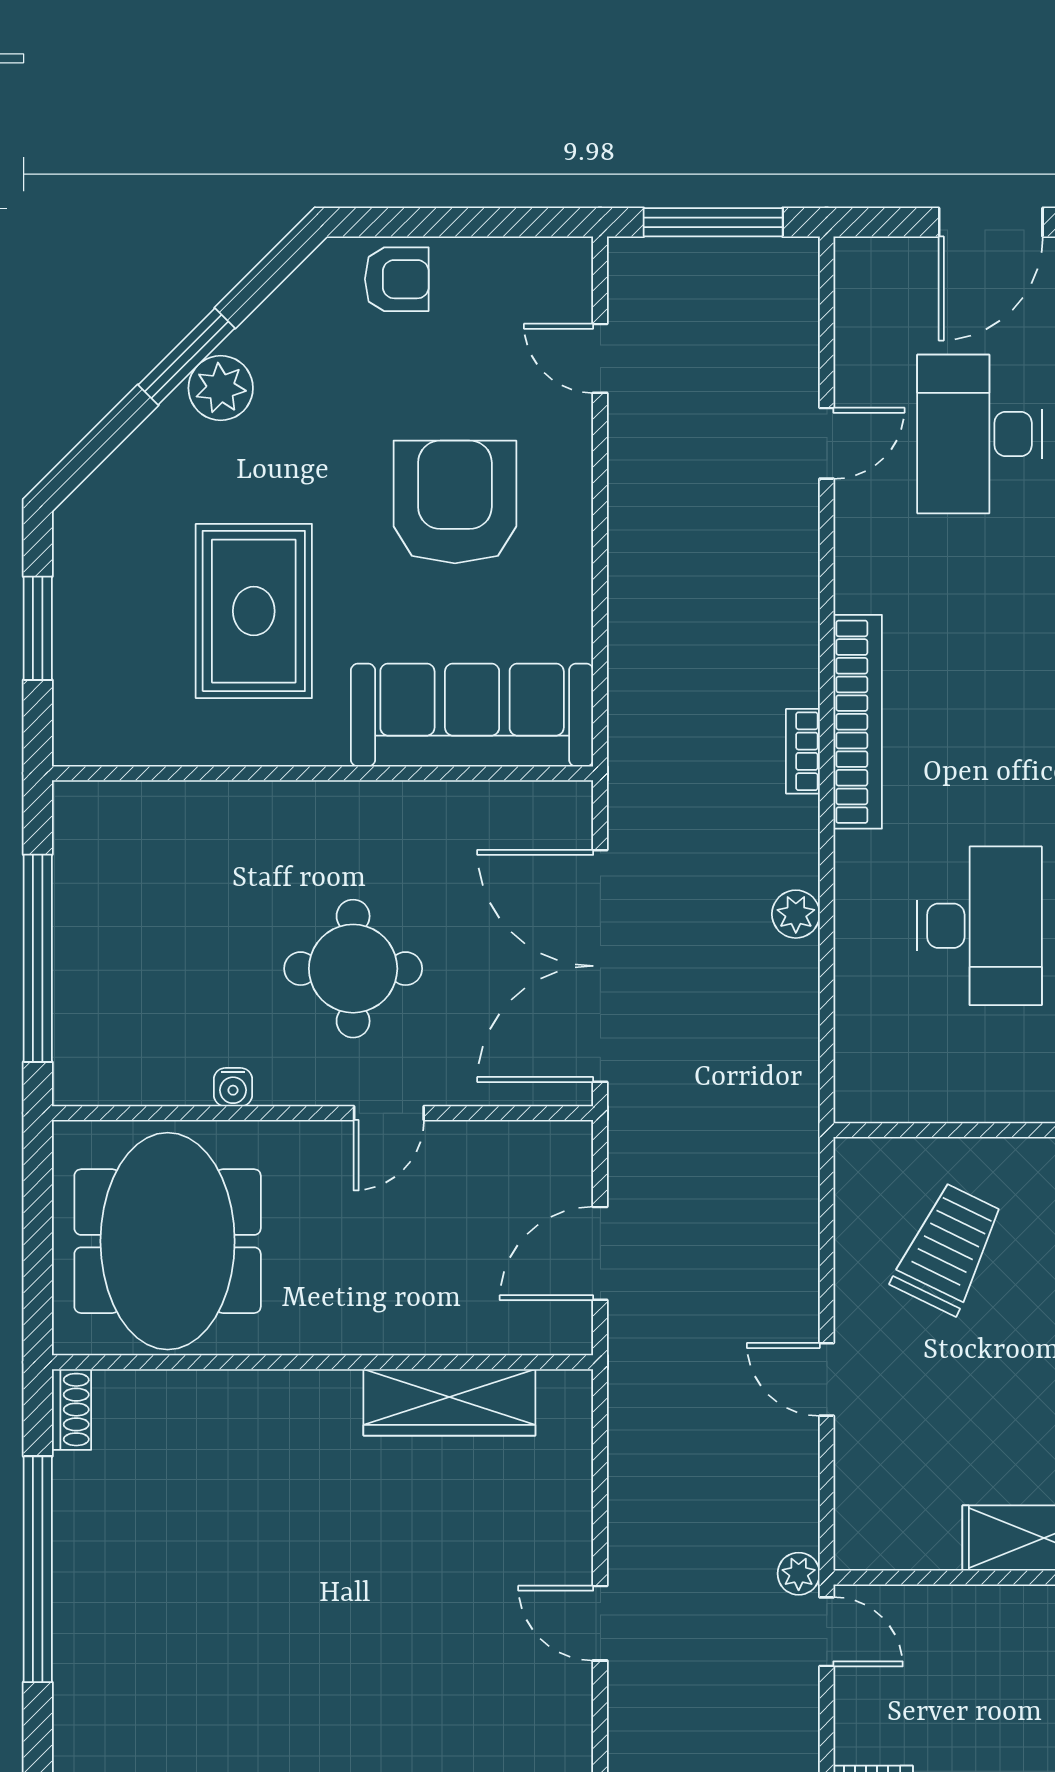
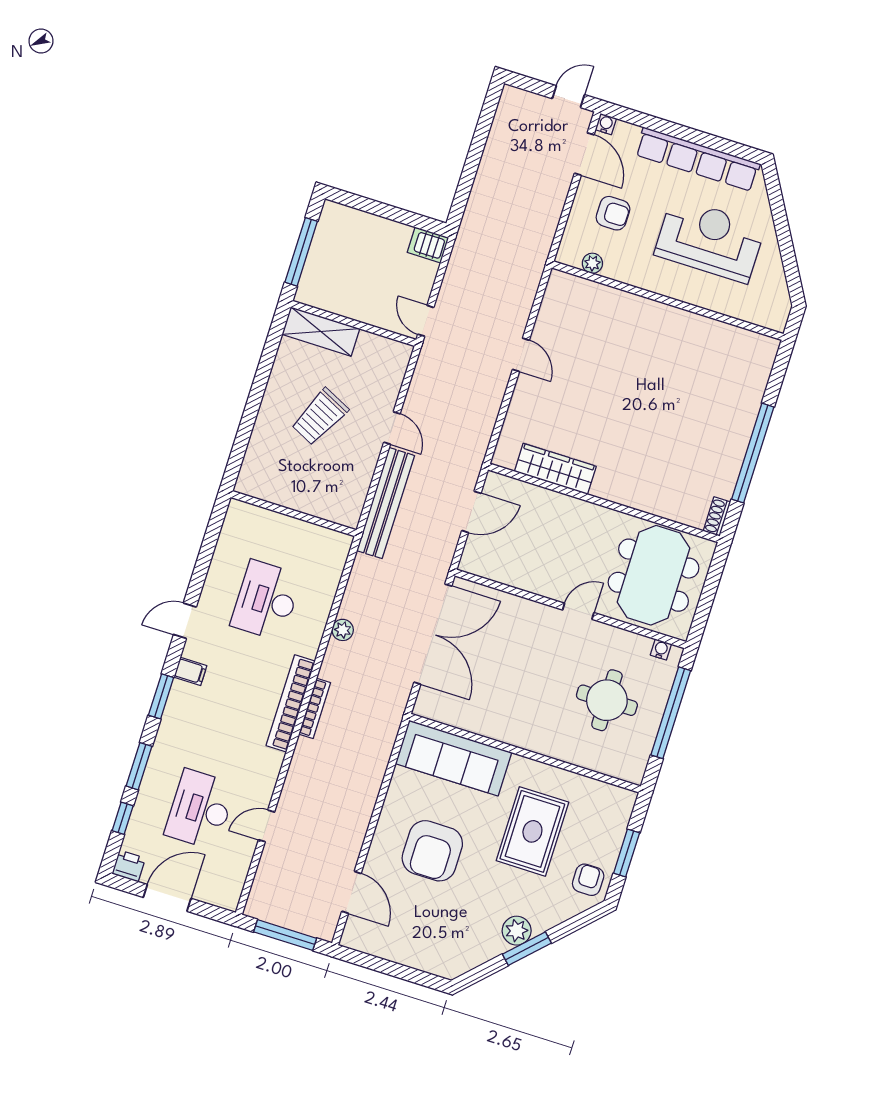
armchair: (397, 279) -> (588, 880), moved, turned 90
door: (600, 358) -> (351, 892), width x1.38
desk: (979, 434) -> (200, 809), turned 180
bookcase: (803, 751) -> (315, 708), width x1.56
round table: (353, 969) -> (607, 700), moved
water cooler: (233, 1087) -> (661, 649), moved
door: (389, 1113) -> (578, 611), moved
bench: (790, 1215) -> (386, 503), added
trolley: (948, 1249) -> (320, 417), moved
plant: (799, 1574) -> (430, 349), removed

